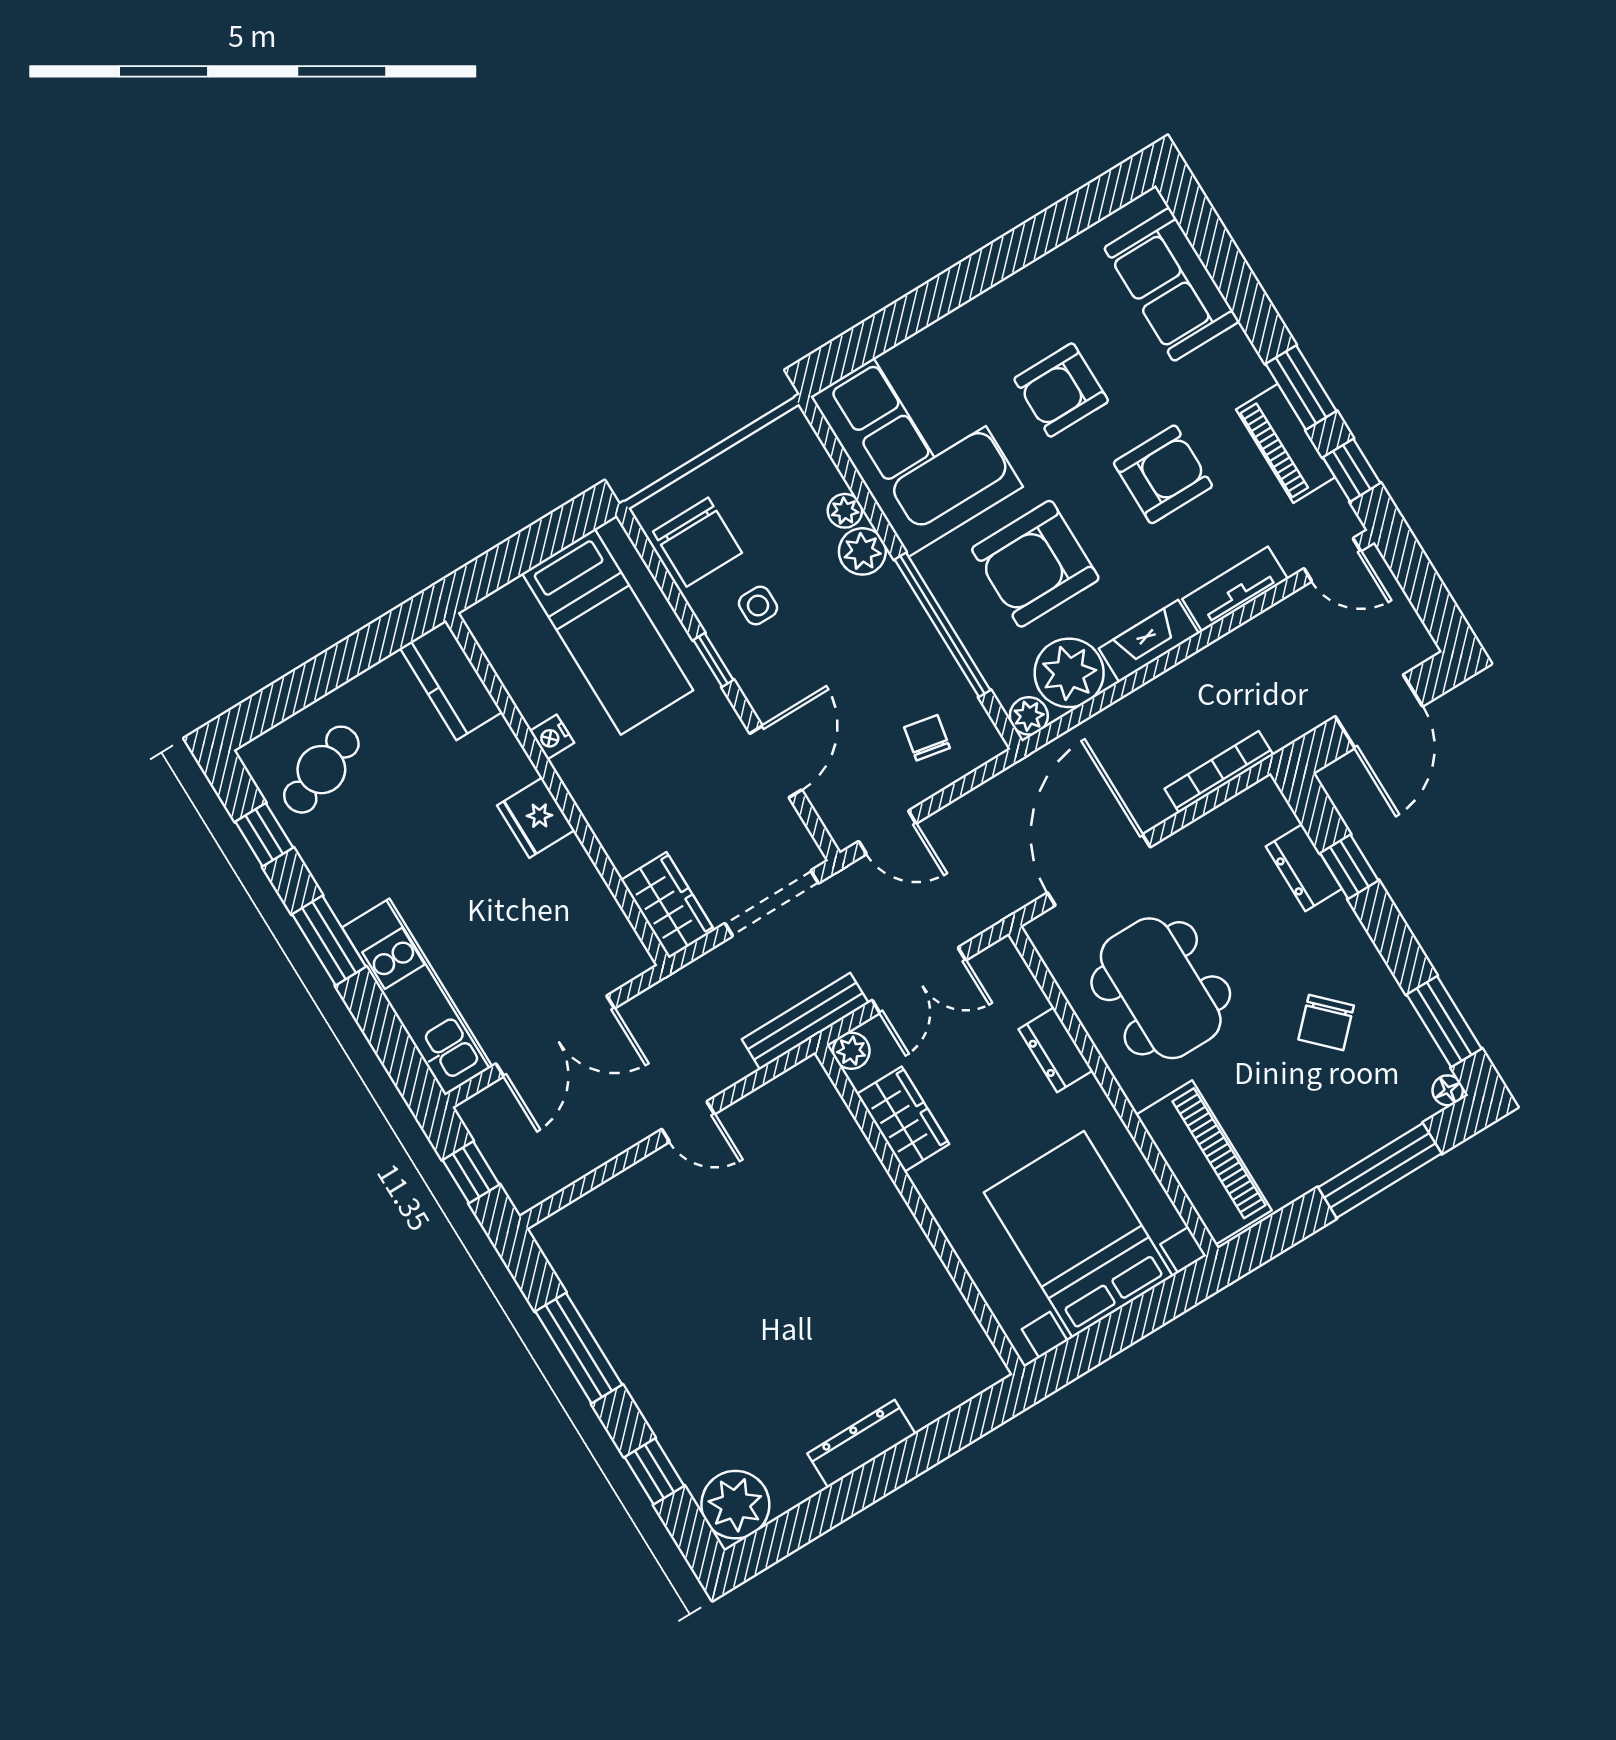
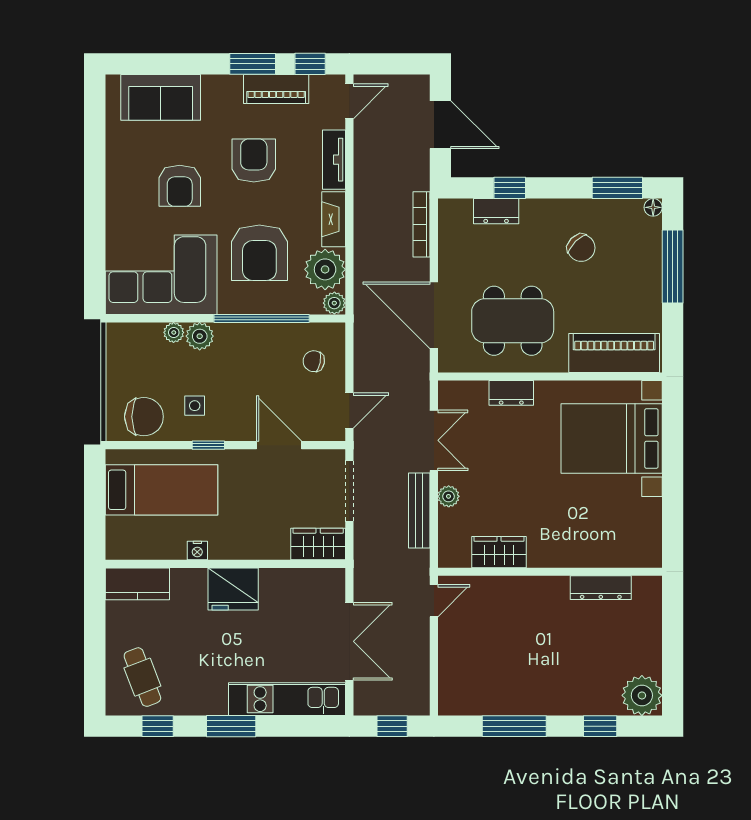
fridge: (536, 818) -> (233, 589), width x1.36, depth x1.34
wardrobe: (903, 1119) -> (499, 552), moved
wall: (920, 1210) -> (550, 572), moved
dresser: (861, 1444) -> (601, 588), moved, turned -90

